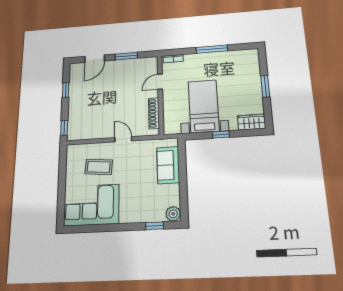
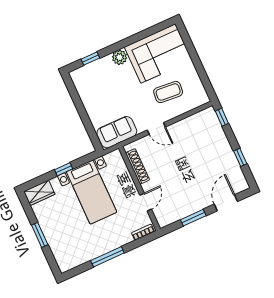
sofa: (168, 165) -> (117, 132), moved, turned -90
plant: (173, 214) -> (119, 57), moved

